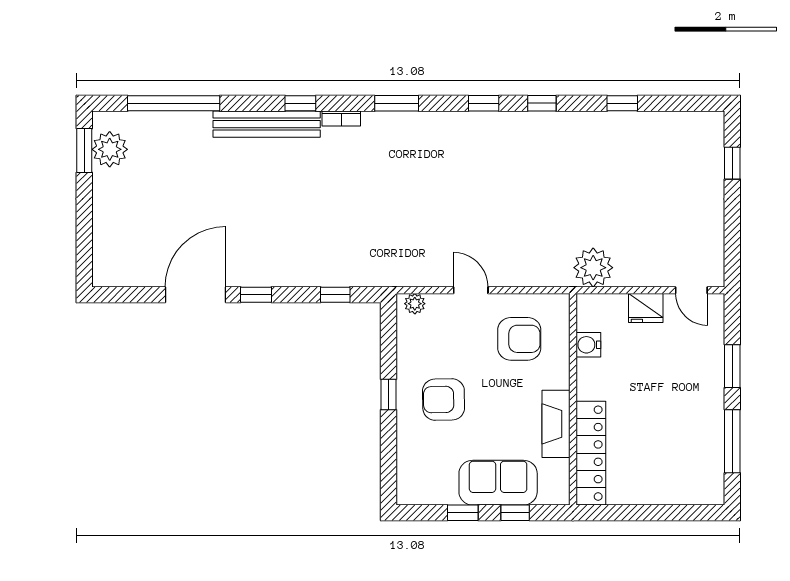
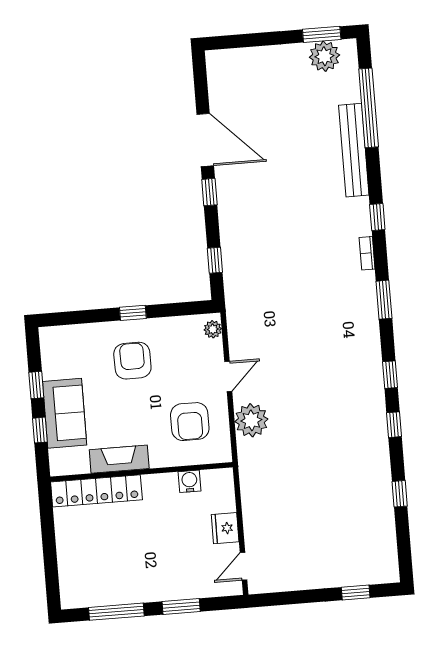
bench: (267, 124) -> (354, 150), moved
plant: (593, 268) -> (251, 420), moved

